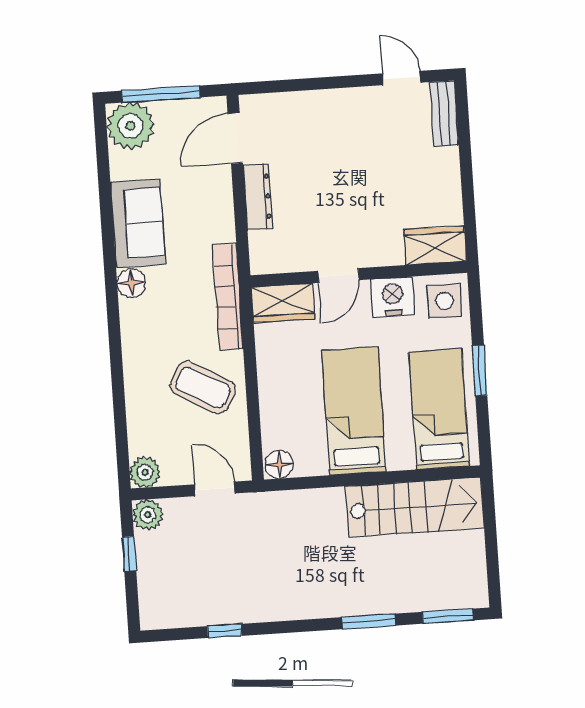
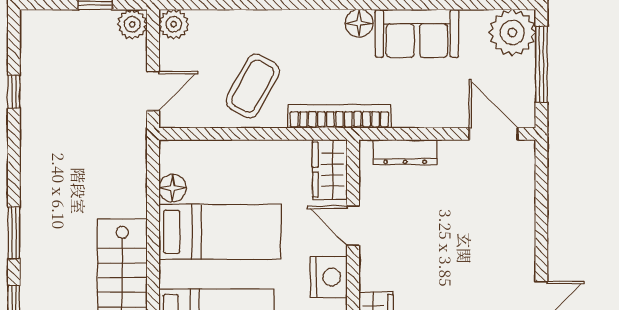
dresser: (258, 197) -> (405, 152), moved
floor lamp: (279, 465) -> (173, 188), moved

